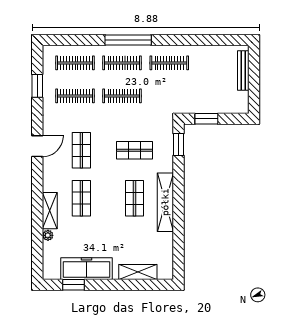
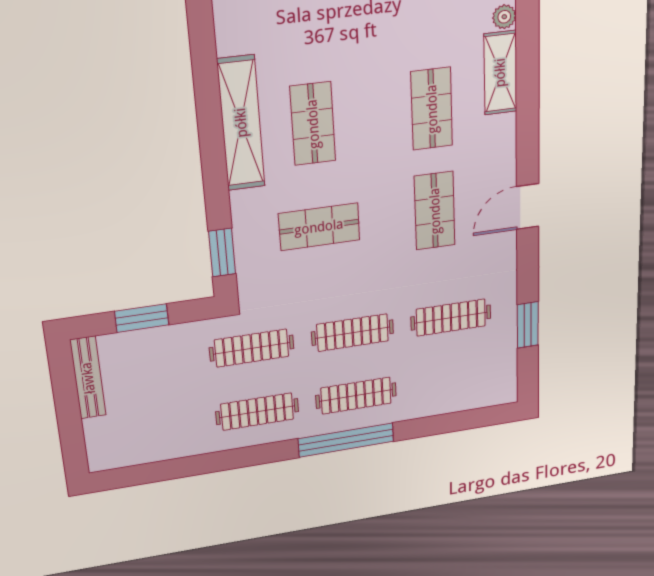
clothes rail: (75, 63) -> (252, 348), moved
bench: (243, 71) -> (88, 378), moved
window: (206, 119) -> (142, 318), moved

